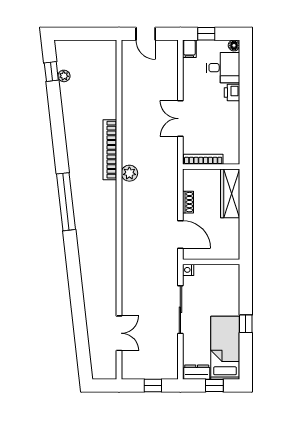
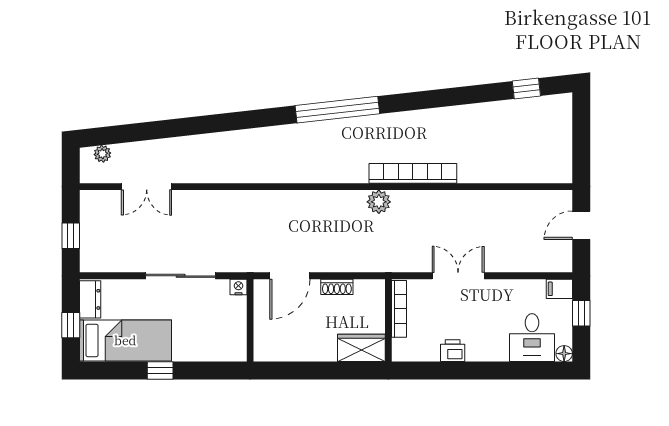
plant: (64, 76) -> (102, 154), moved
printer: (232, 93) -> (453, 351), moved
wardrobe: (230, 193) -> (361, 348), width x0.67

